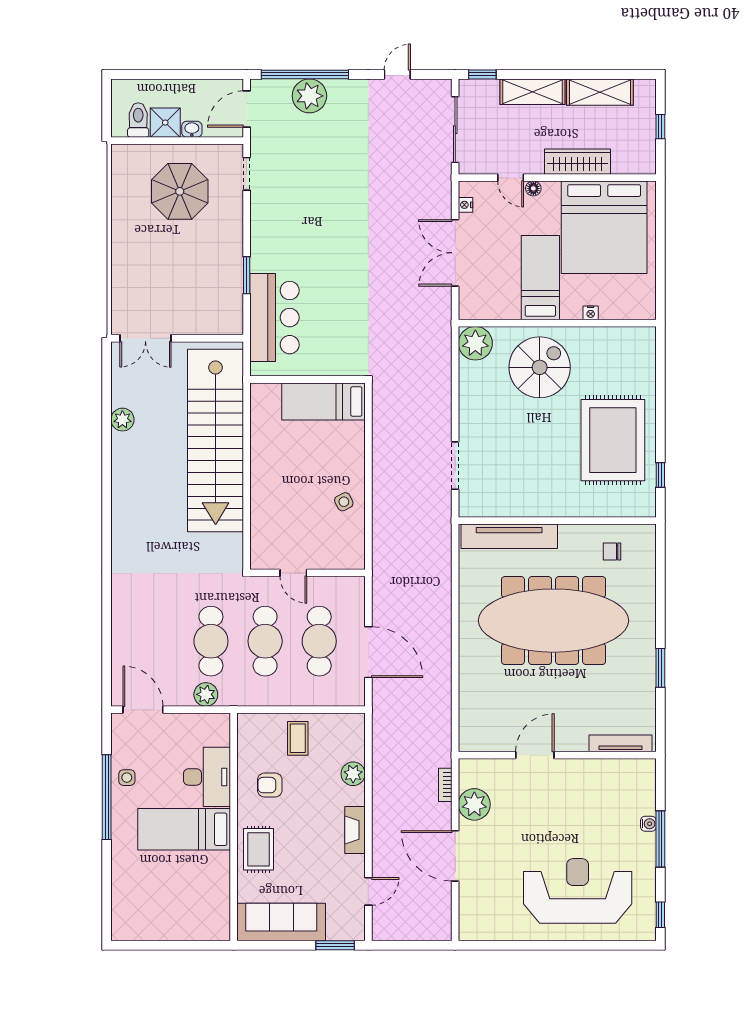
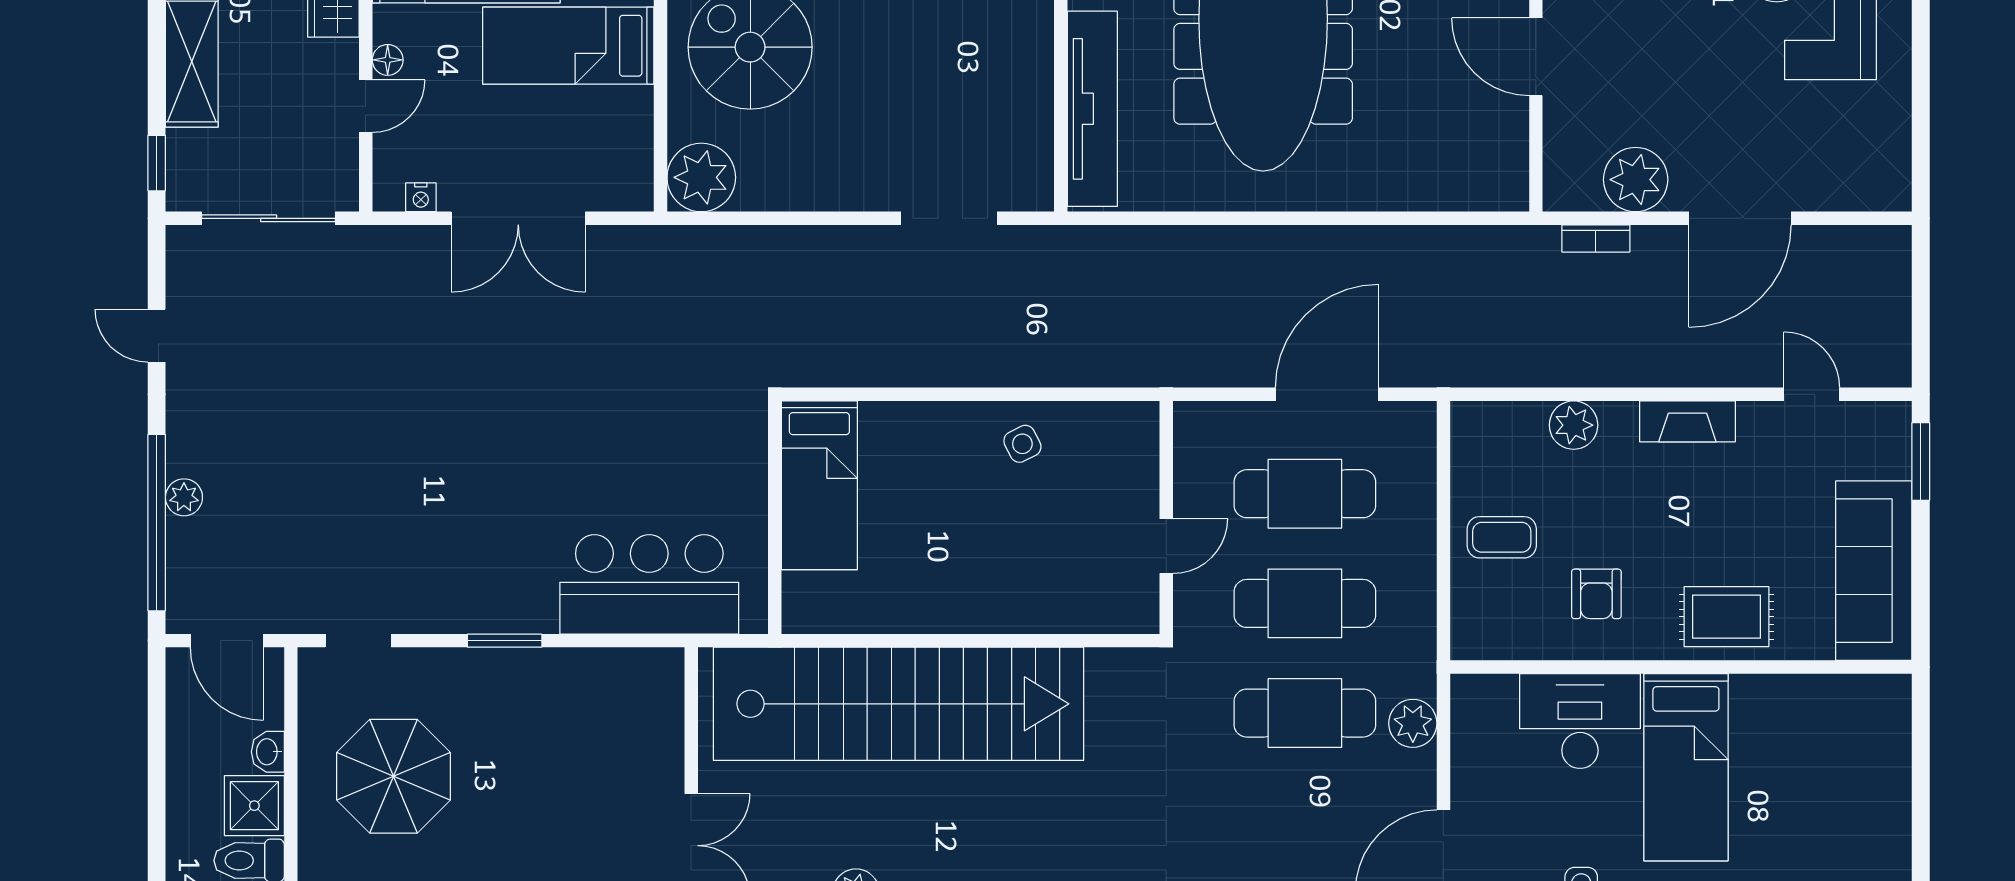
plant: (309, 96) -> (184, 497), width x0.53, depth x0.53
window: (247, 275) -> (505, 641), moved

